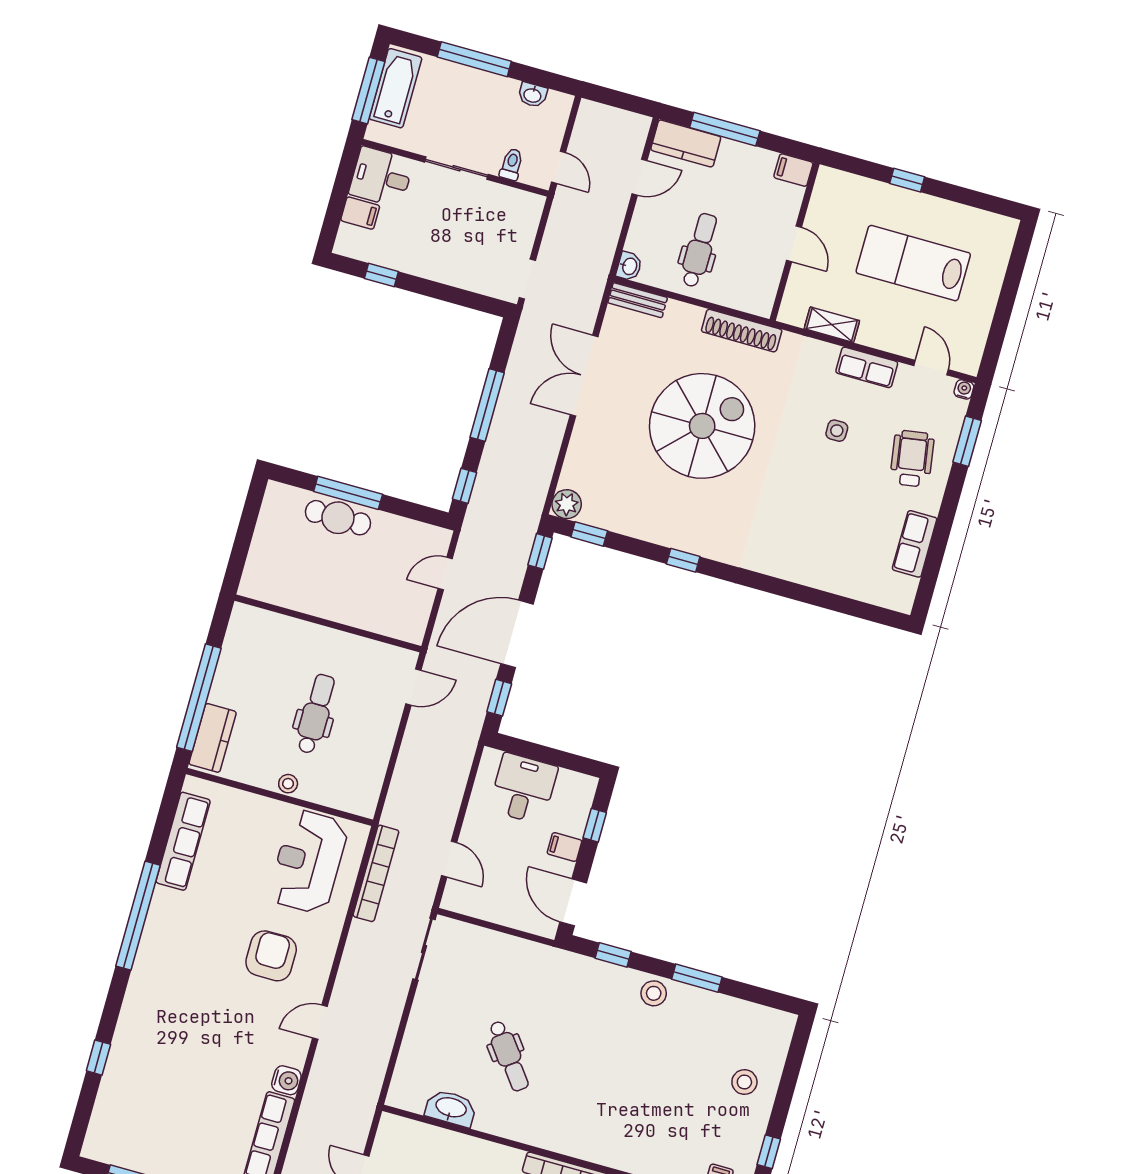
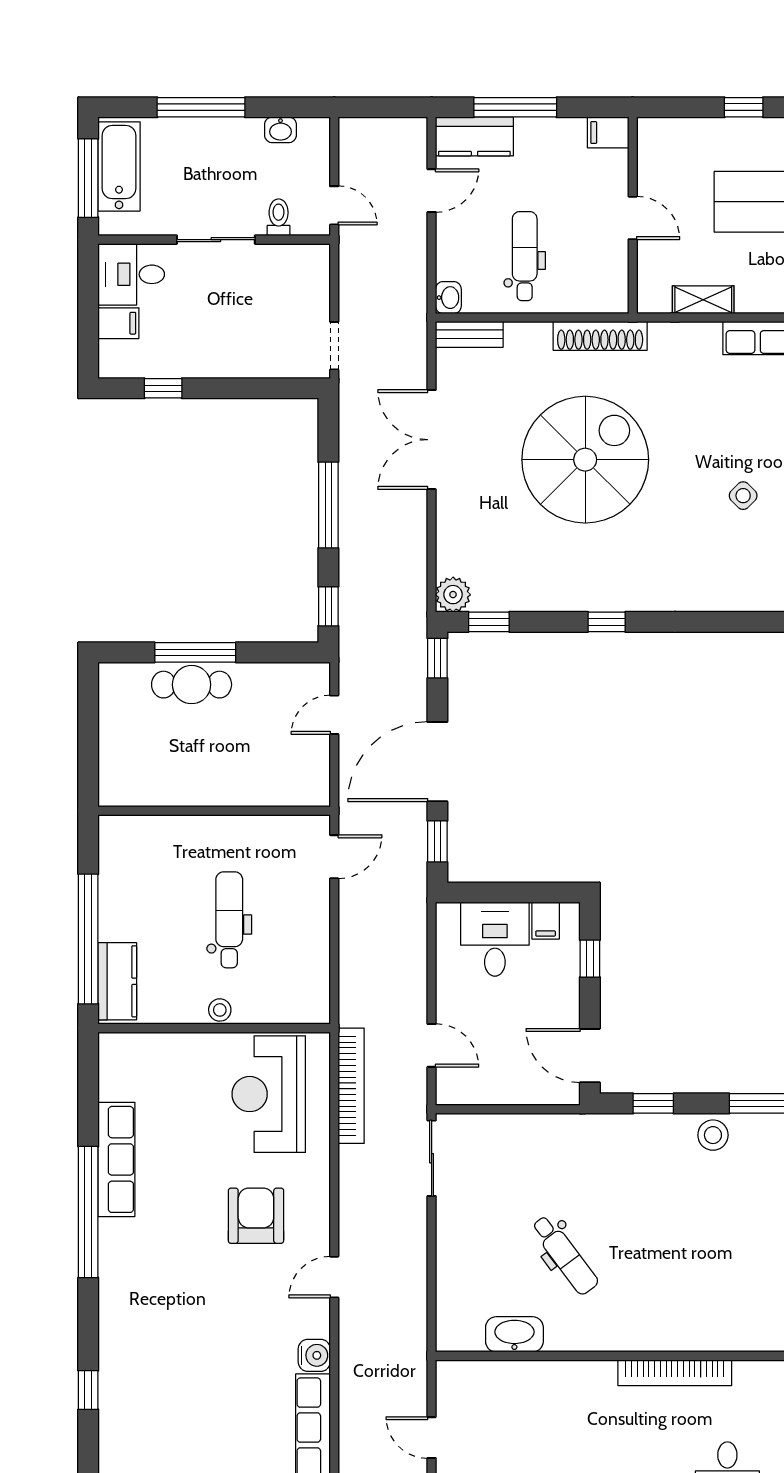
side table: (837, 431) -> (743, 496), moved, turned 45
row of seats: (183, 841) -> (116, 1159), moved
filing cabinet: (564, 847) -> (546, 921), moved, turned -90

